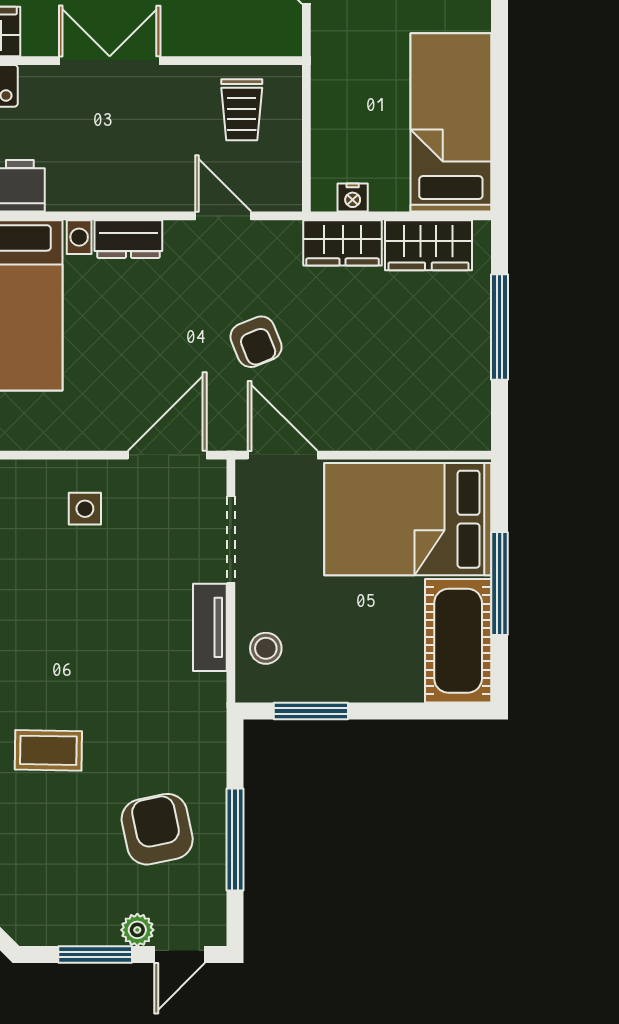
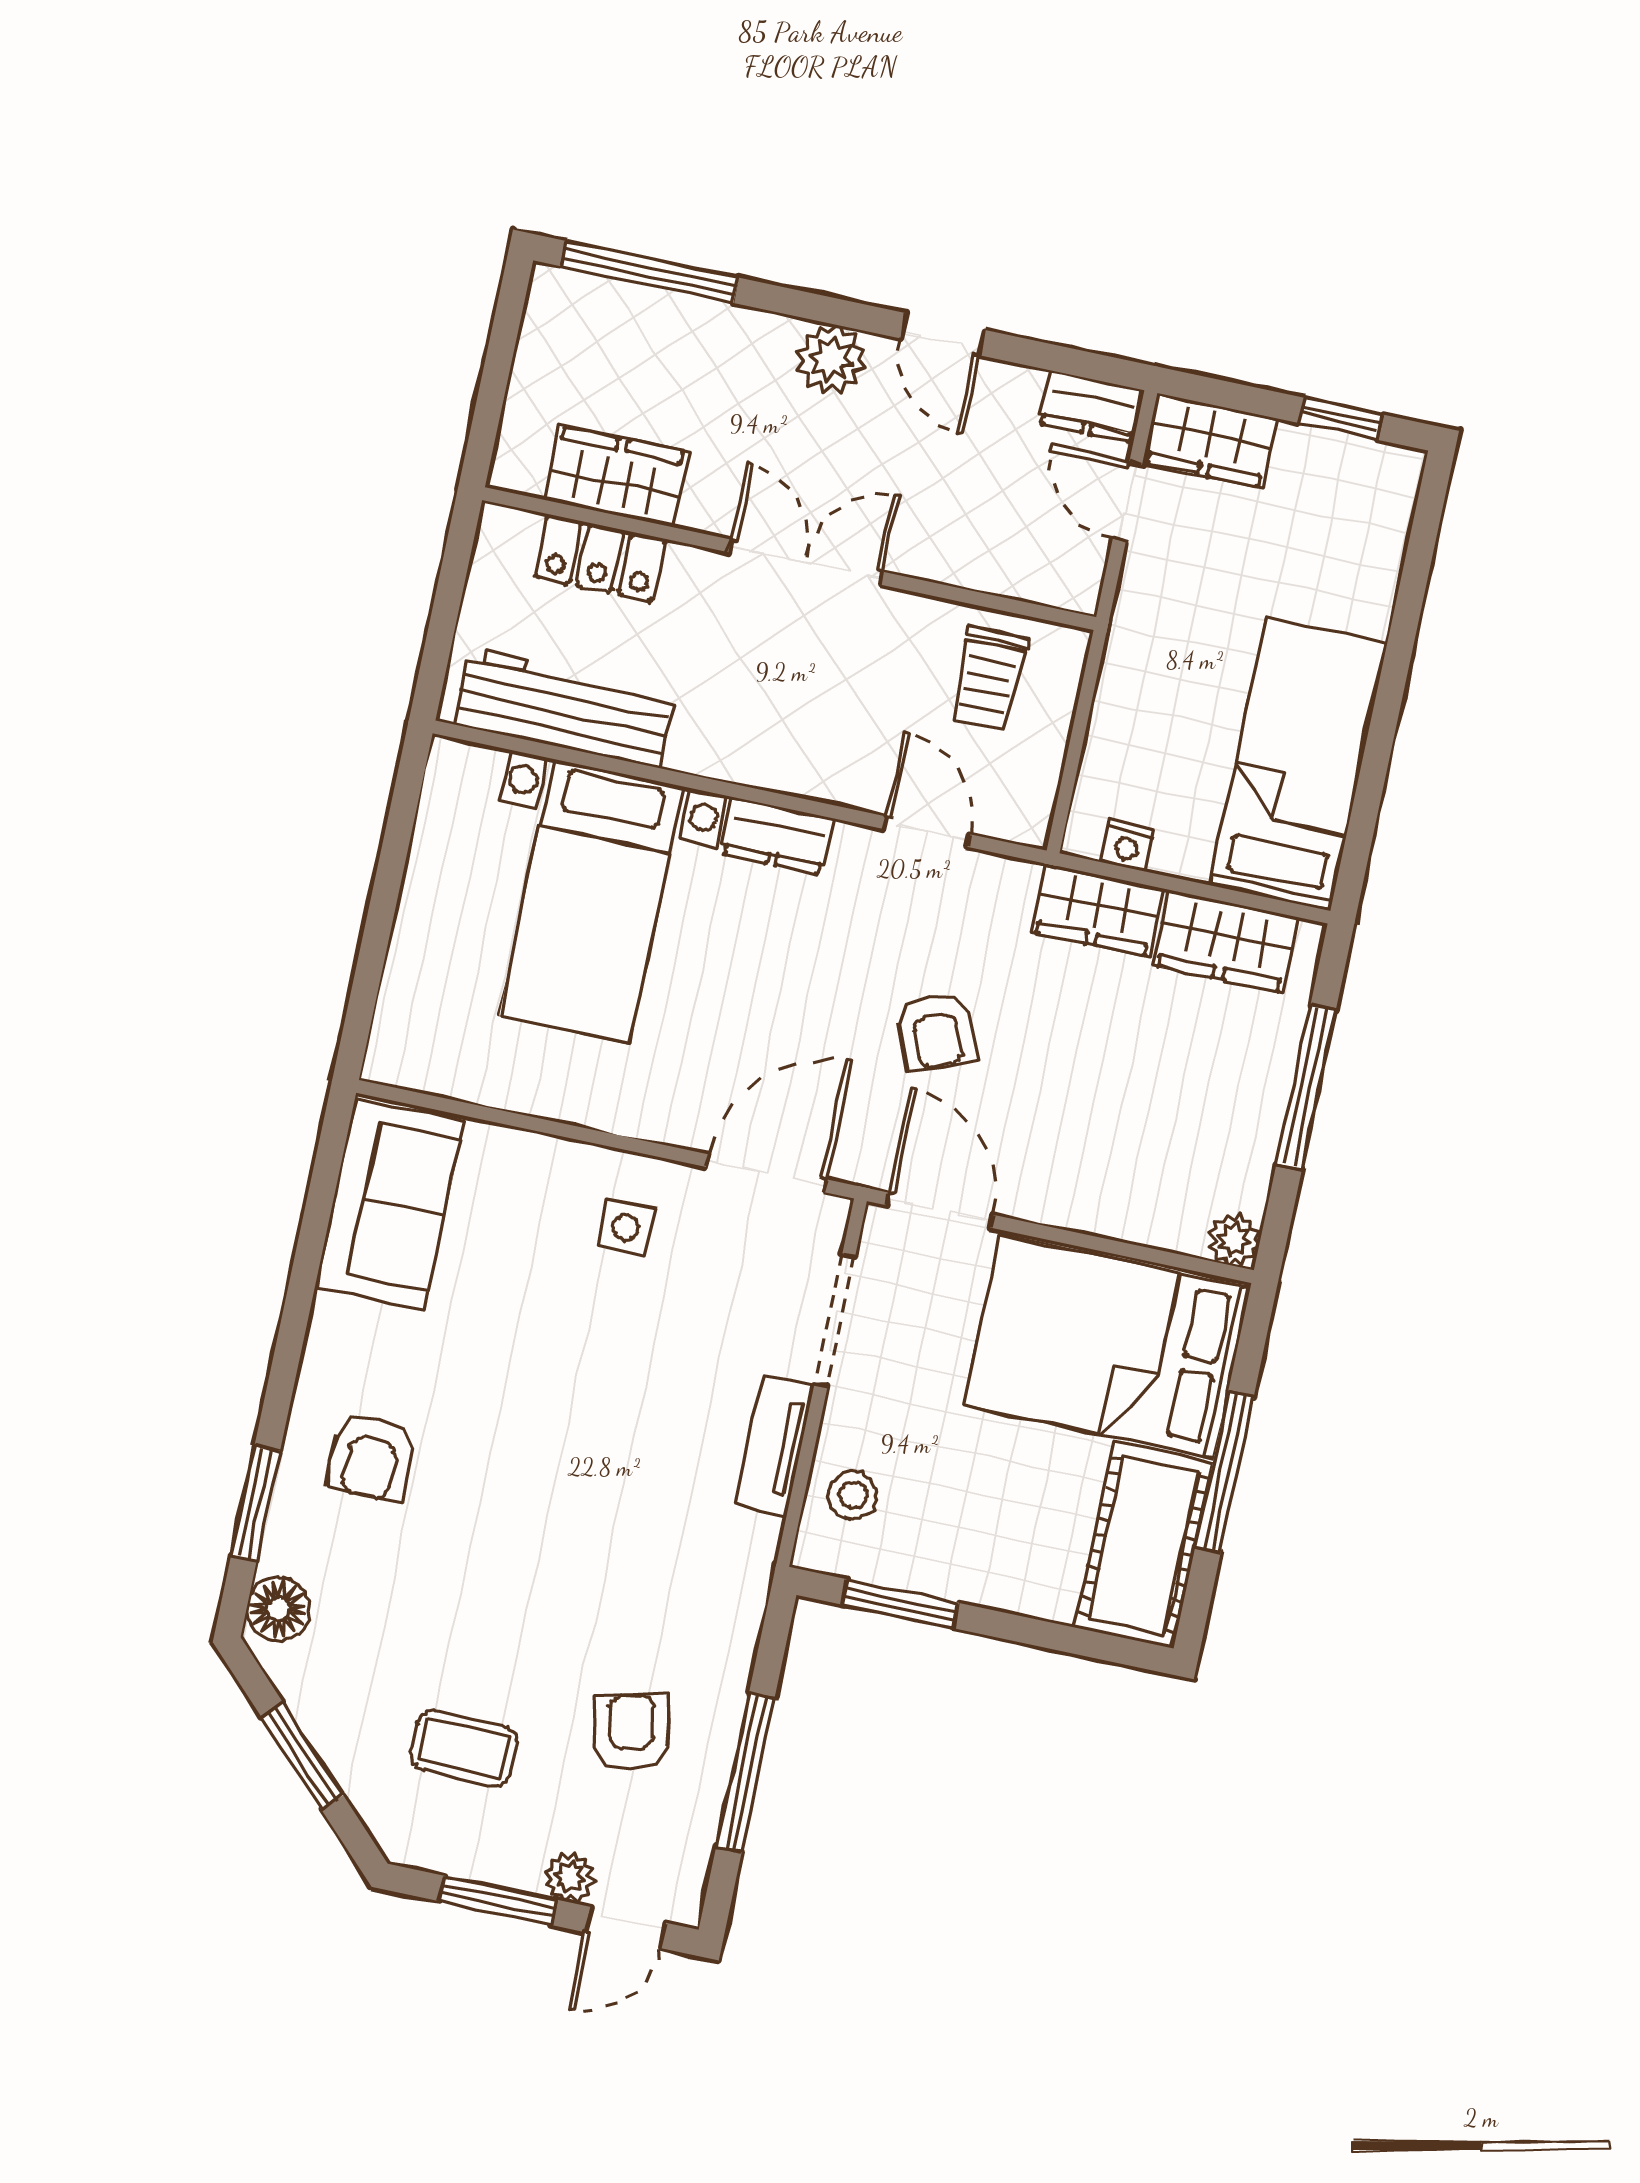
plant: (474, 434) -> (1234, 1239), added
coffee table: (48, 750) -> (464, 1748), moved
armchair: (157, 829) -> (632, 1732), width x0.72, depth x0.72

